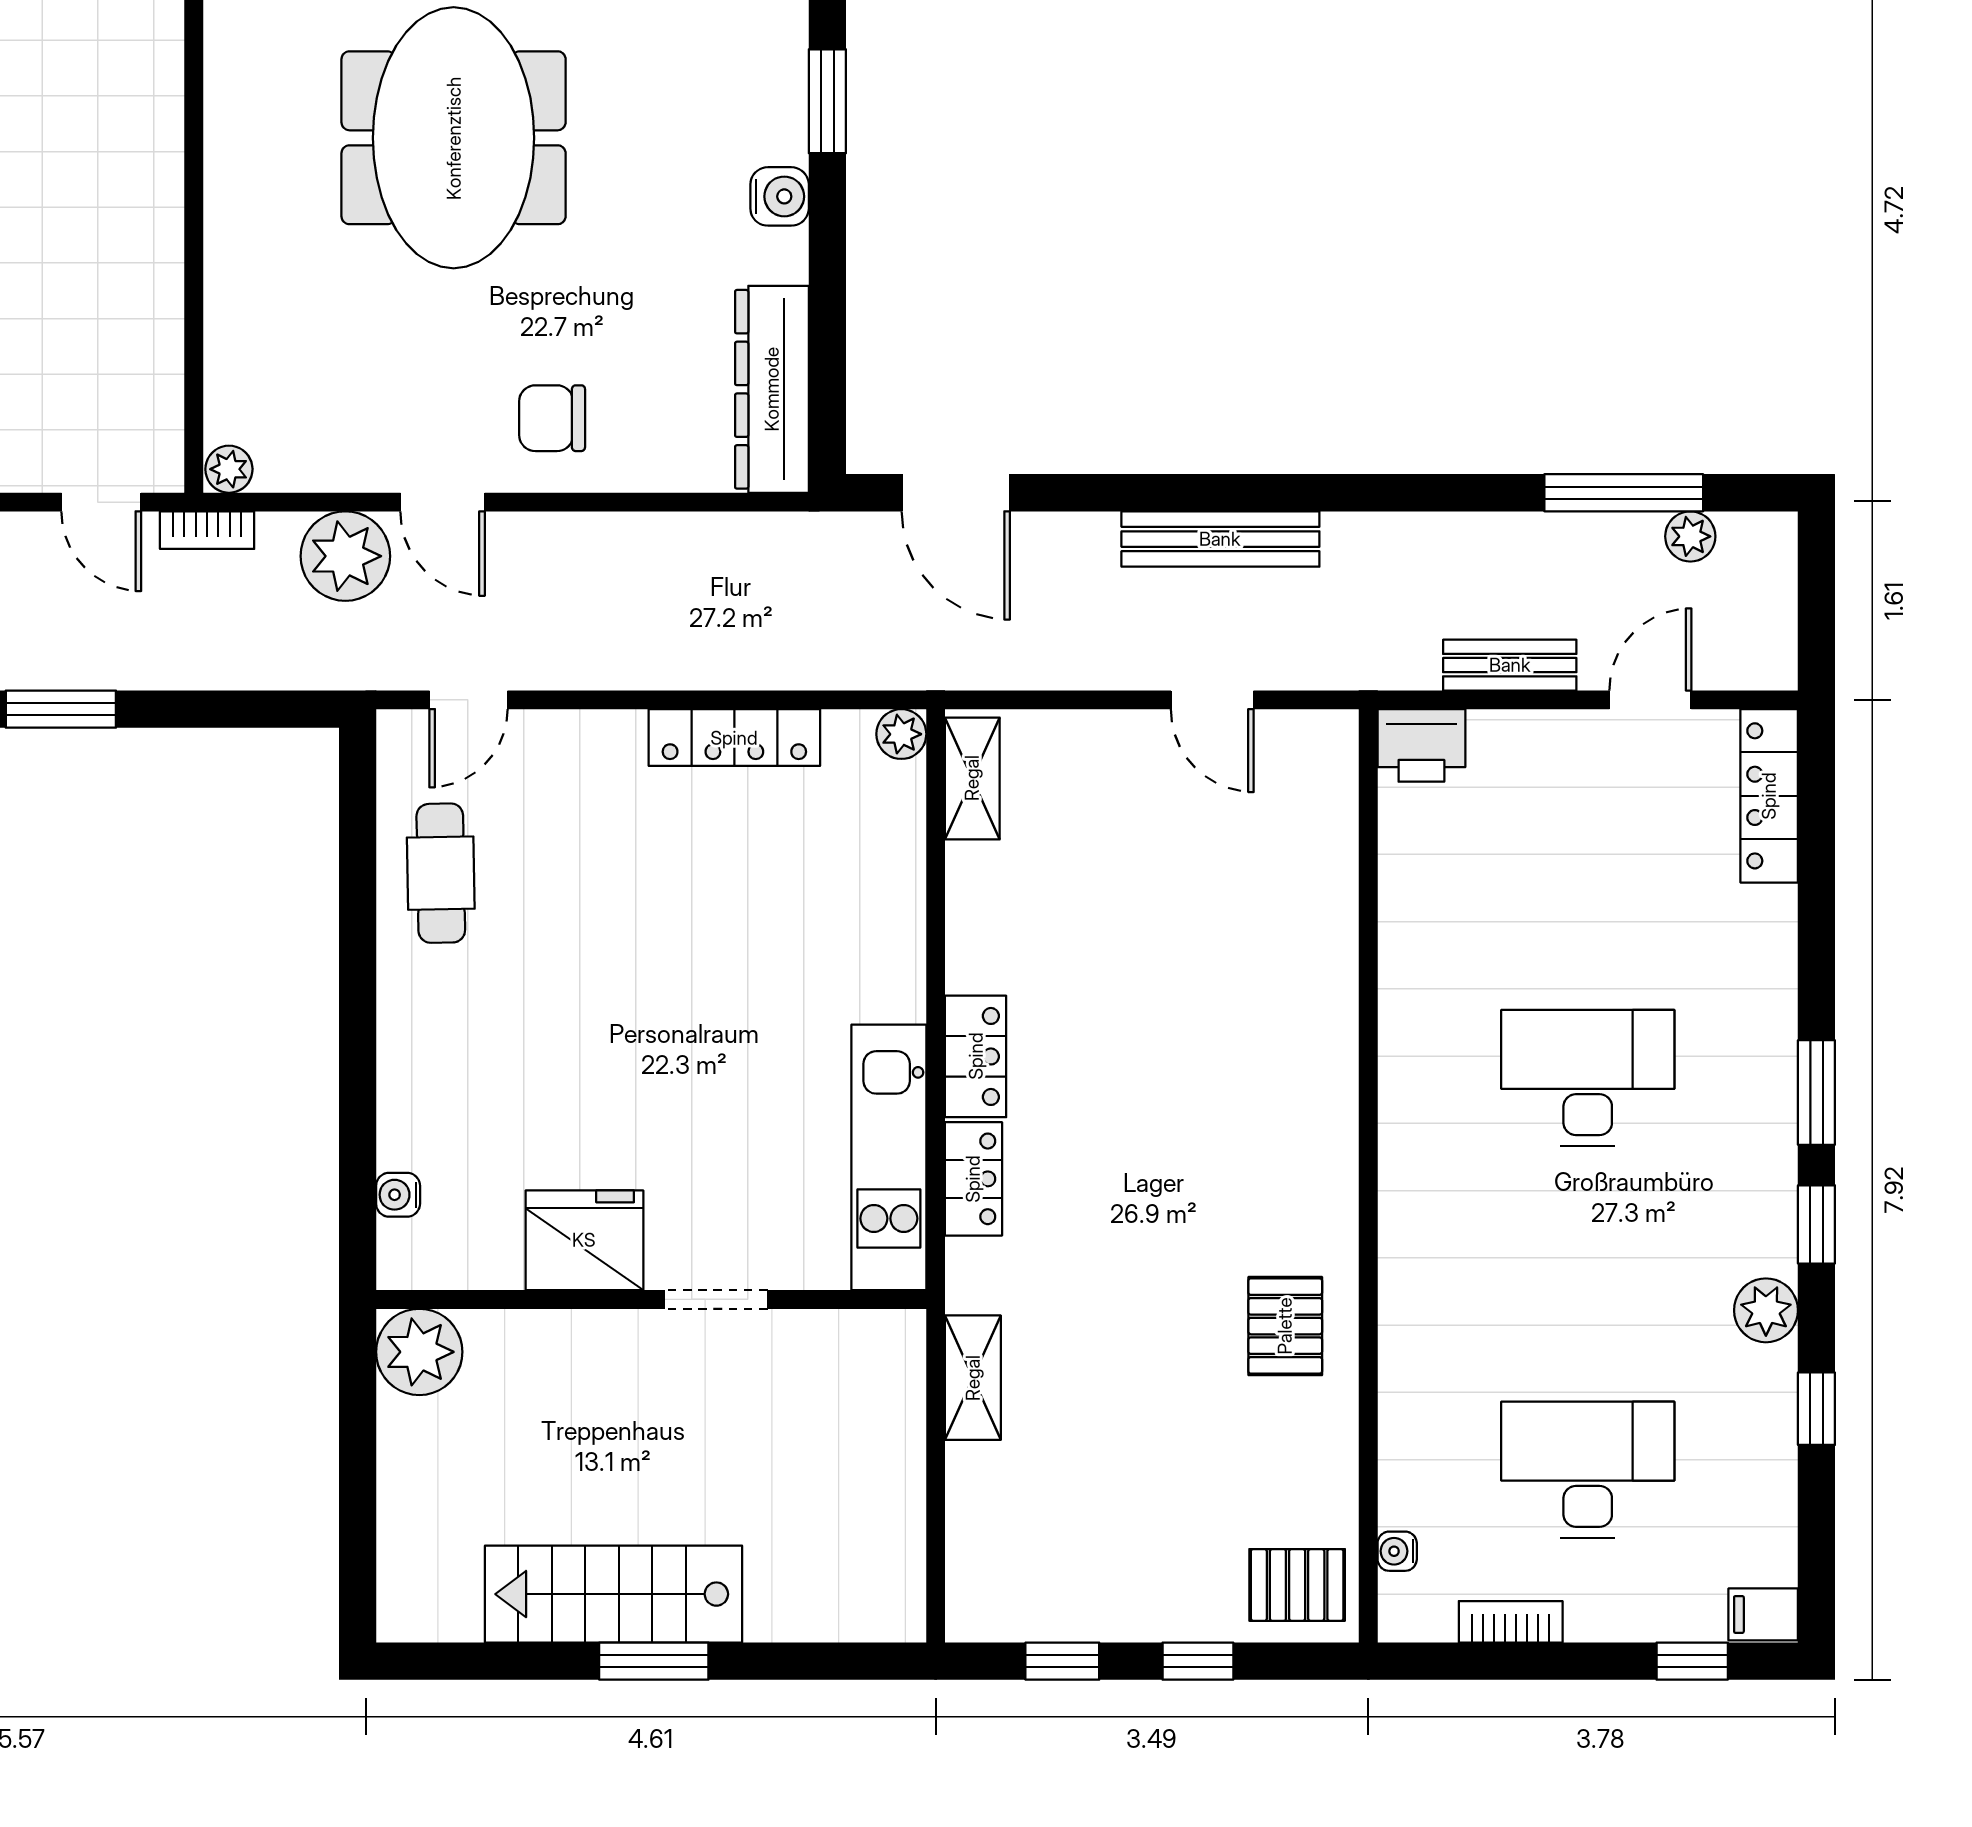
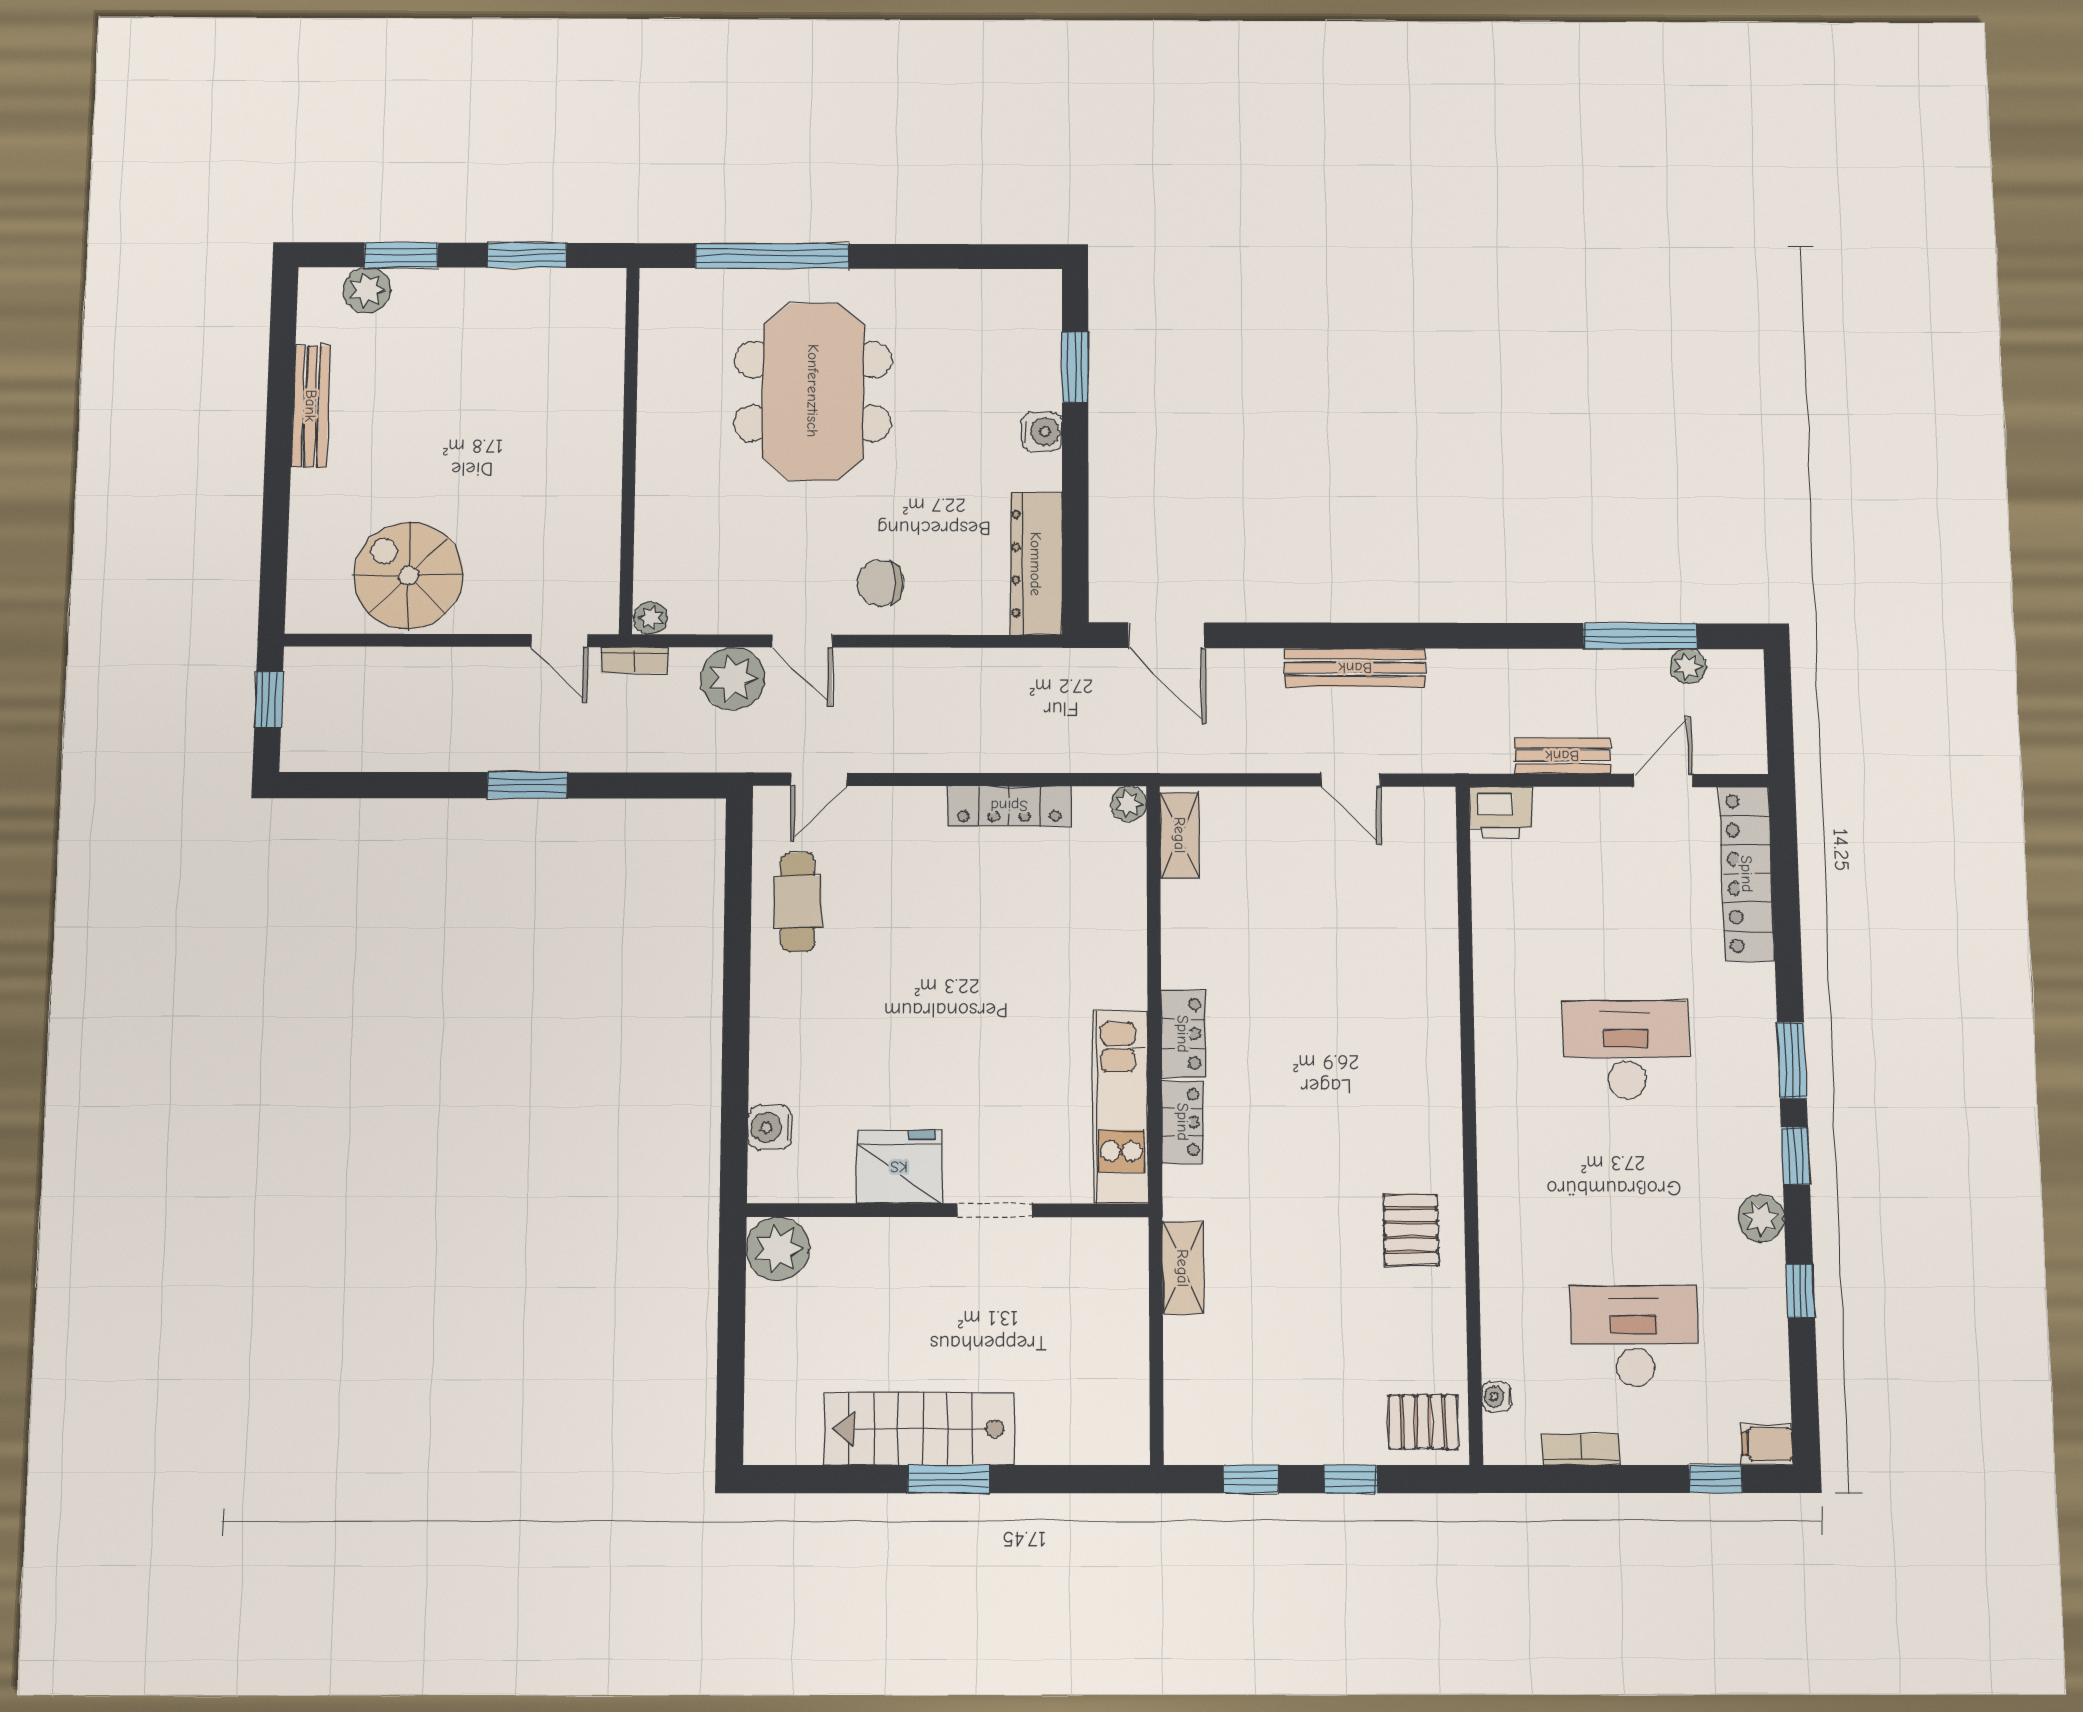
locker: (1769, 796) -> (1747, 874), width x1.41, depth x1.21
water cooler: (398, 1195) -> (770, 1127), width x1.38, depth x1.38

